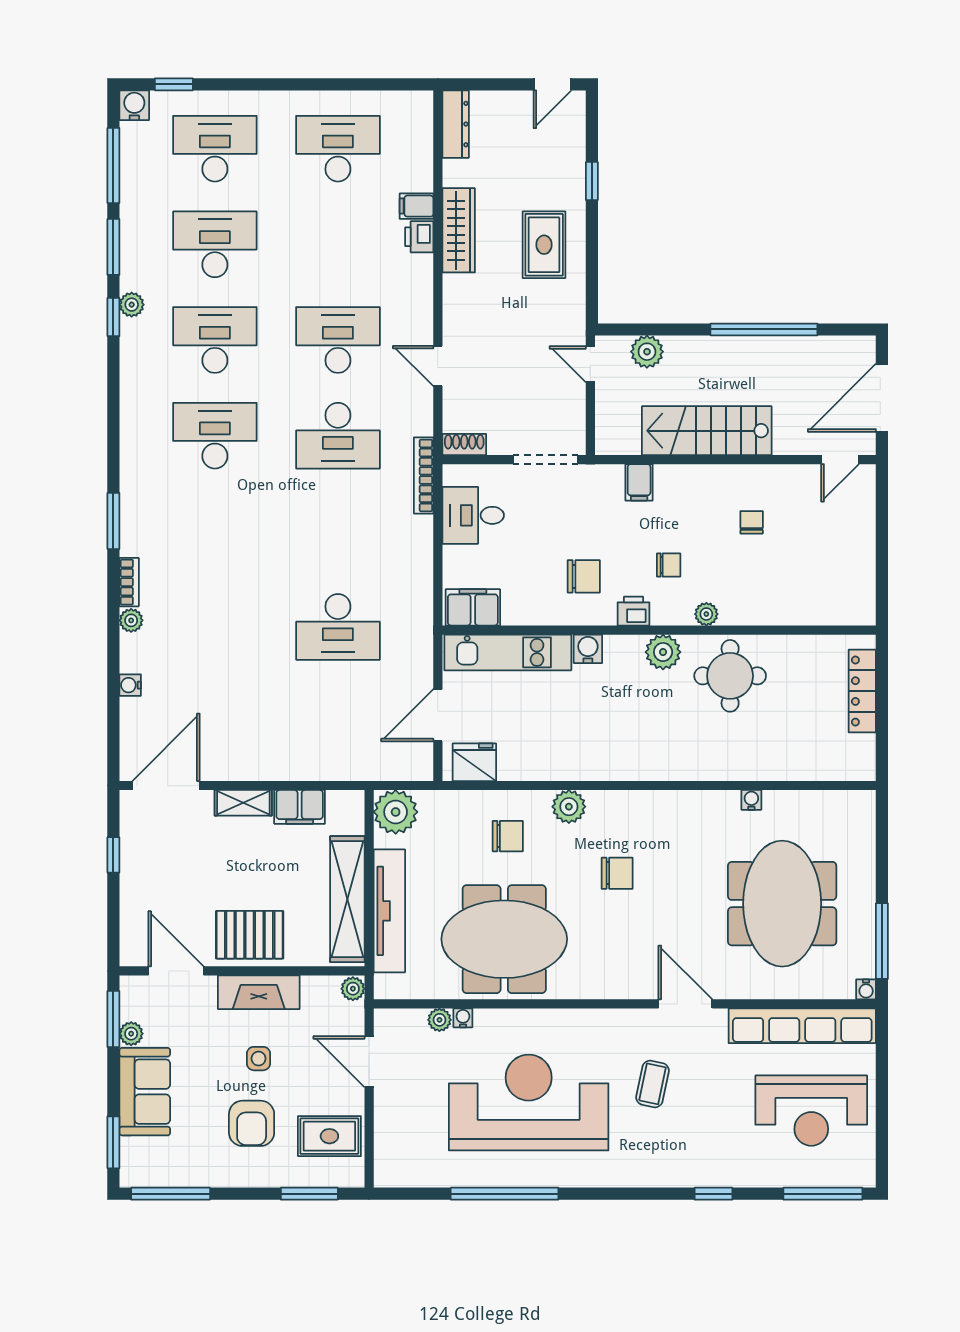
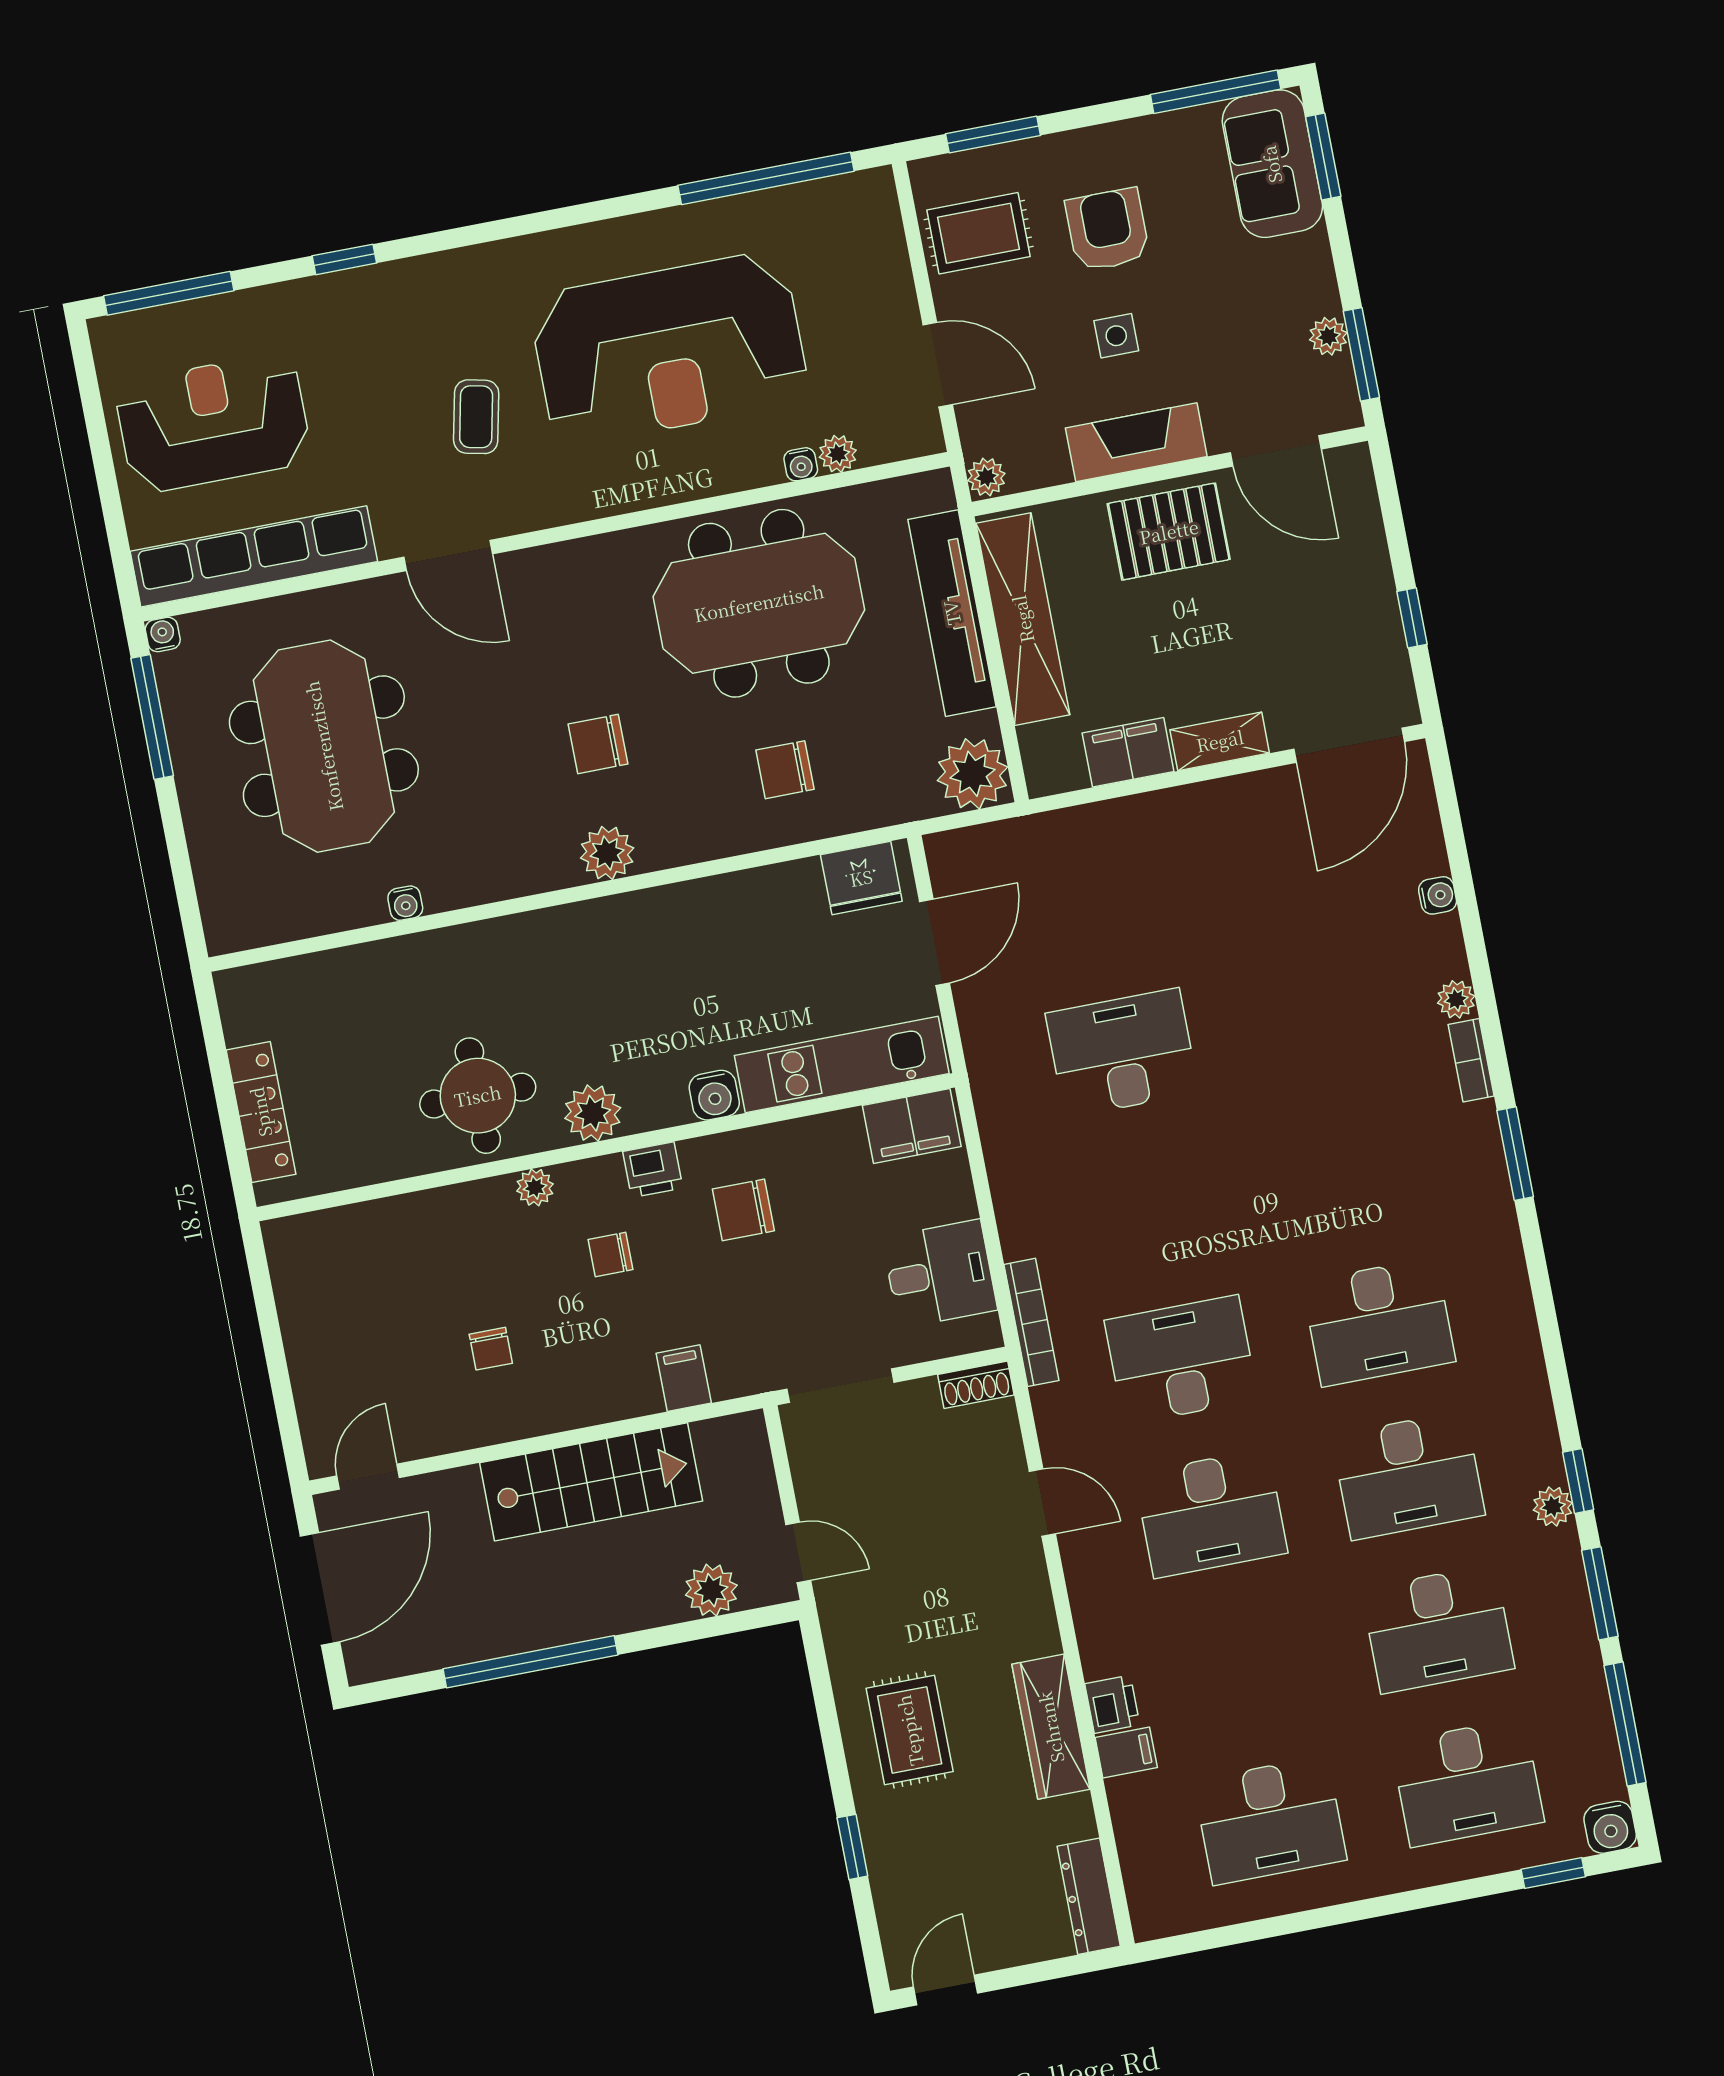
plant: (569, 807) -> (607, 853), moved
sofa: (145, 1092) -> (1272, 164), moved
window: (505, 1194) -> (766, 178), moved

